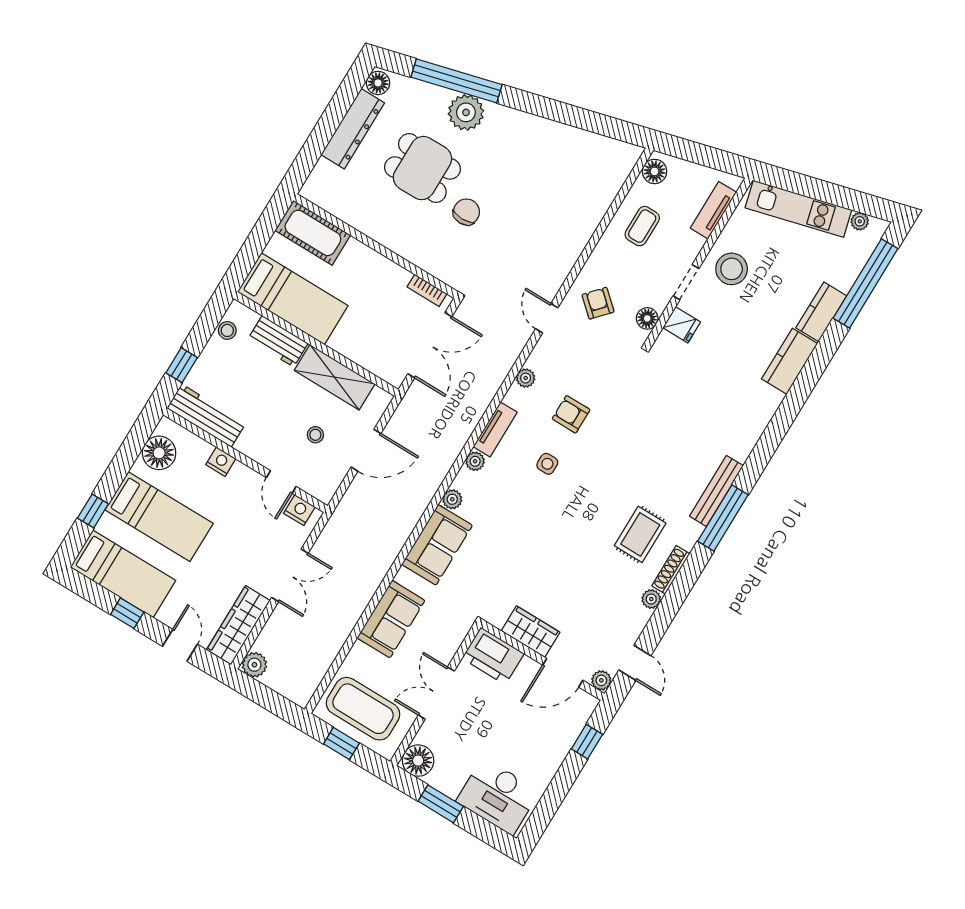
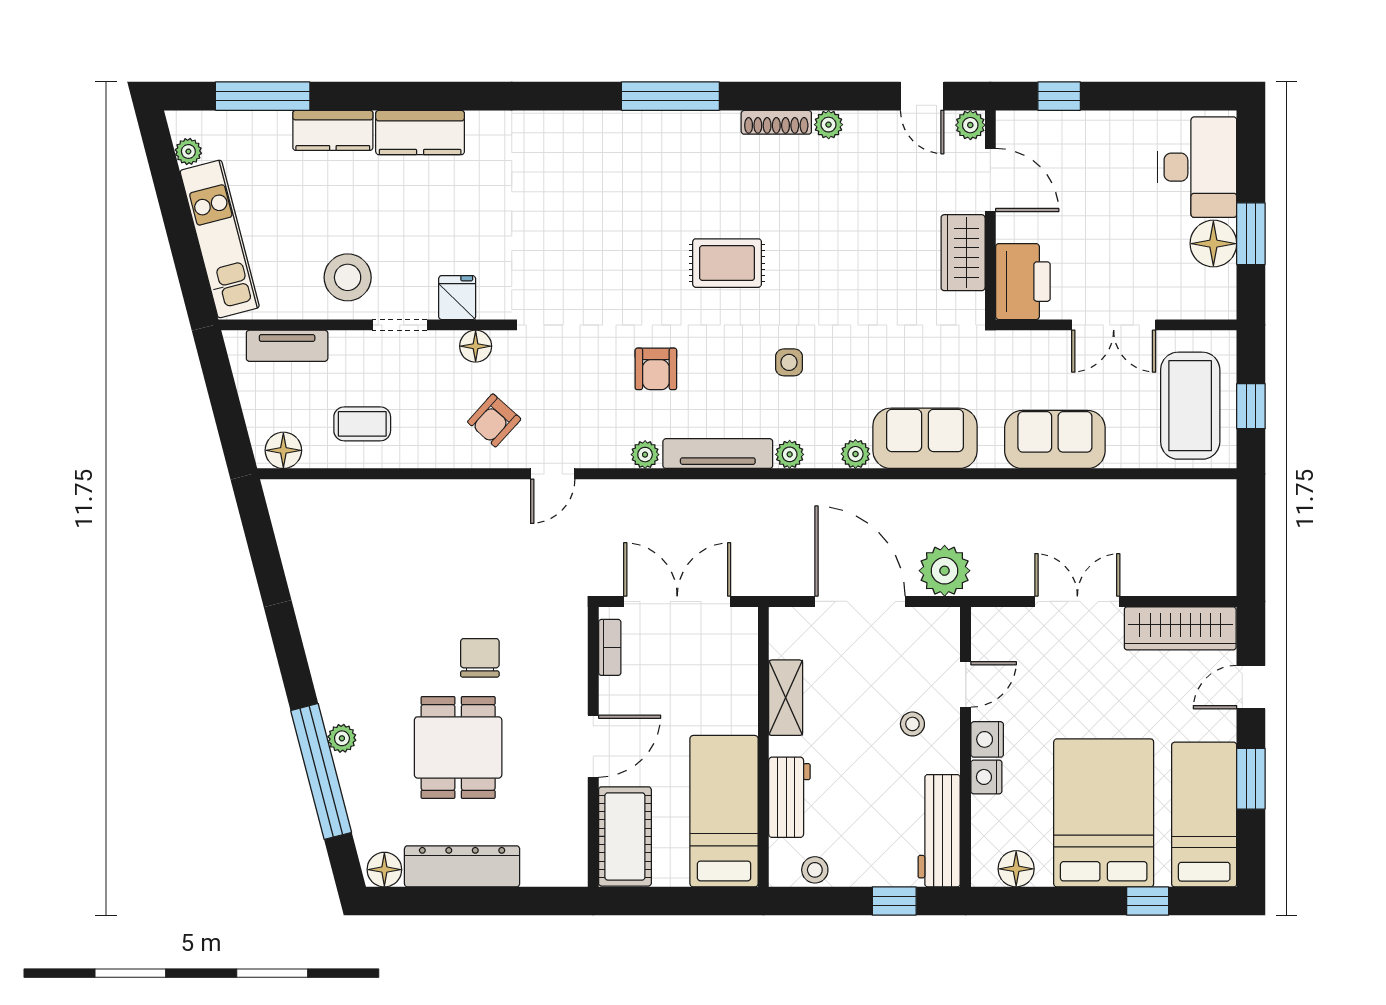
plant: (466, 112) -> (342, 738), width x0.53, depth x0.53
chair: (466, 212) -> (480, 658), turned 90
door: (376, 246) -> (593, 746), added
window: (866, 283) -> (263, 96), width x0.68
shelving: (335, 377) -> (786, 698), width x0.67, depth x0.75
tv unit: (495, 429) -> (718, 454), width x1.41
stool: (315, 435) -> (912, 724), moved
door: (366, 450) -> (860, 601), width x1.36
floor lamp: (159, 453) -> (1016, 869), width x0.73, depth x0.73
side table: (547, 464) -> (789, 362), moved
bench: (716, 491) -> (641, 125), removed
nightstand: (299, 510) -> (987, 739), moved
bed: (159, 517) -> (1104, 813), width x1.50
rug: (640, 534) -> (727, 263), moved
window: (127, 613) -> (1251, 779), width x1.50
door: (635, 663) -> (922, 96), swing flipped
plant: (254, 665) -> (945, 571), moved, width x1.36, depth x1.36
floor lamp: (418, 761) -> (1213, 244), moved

